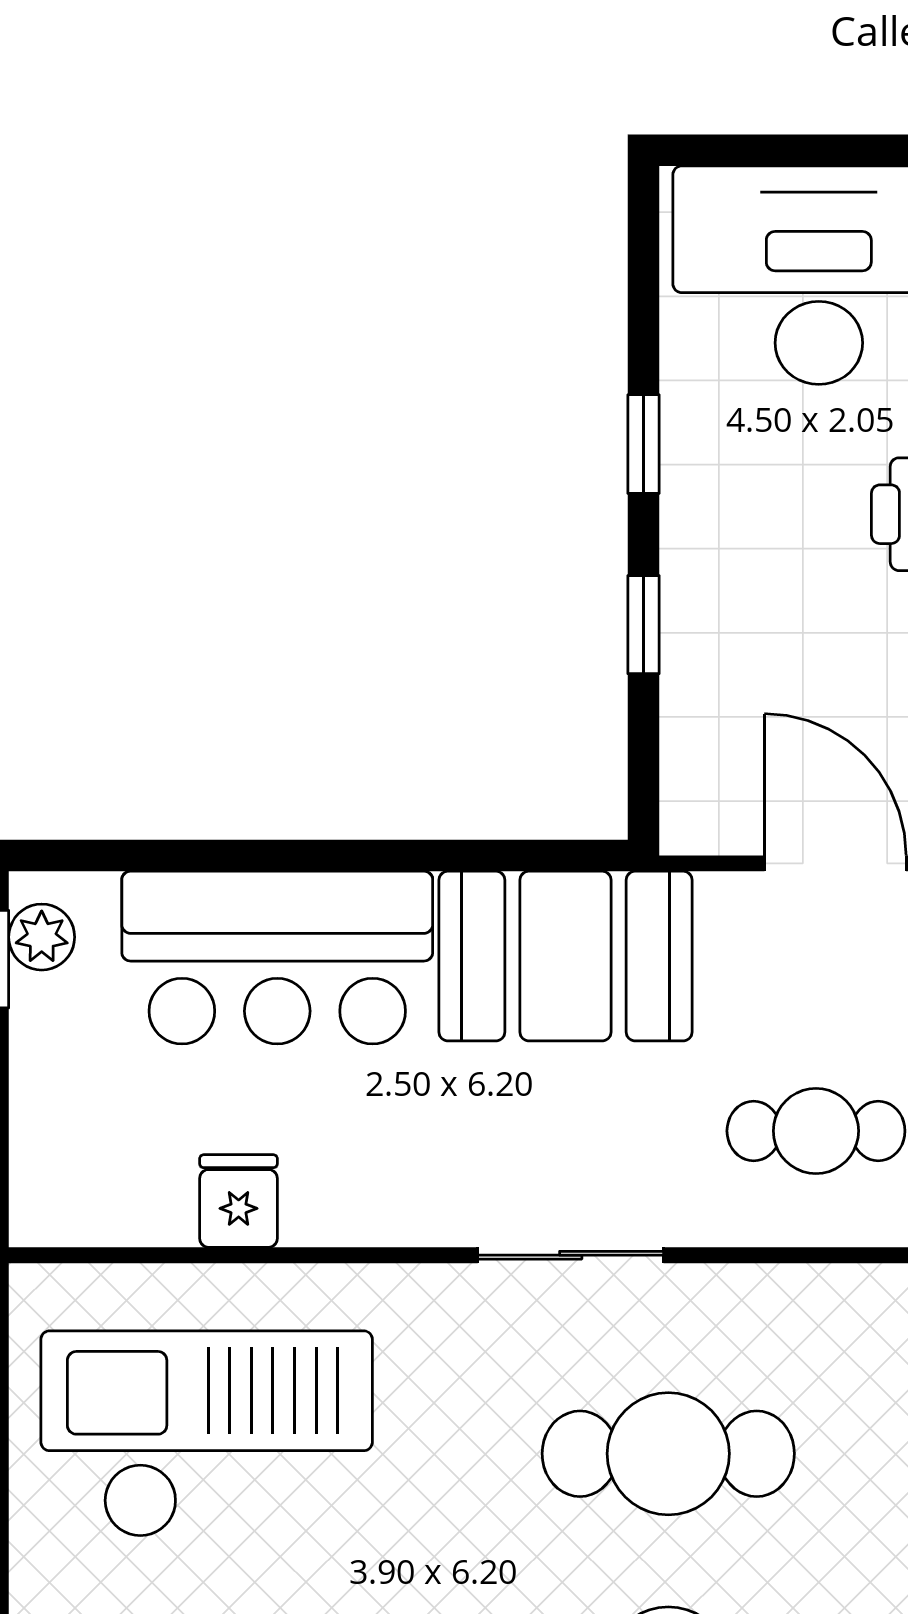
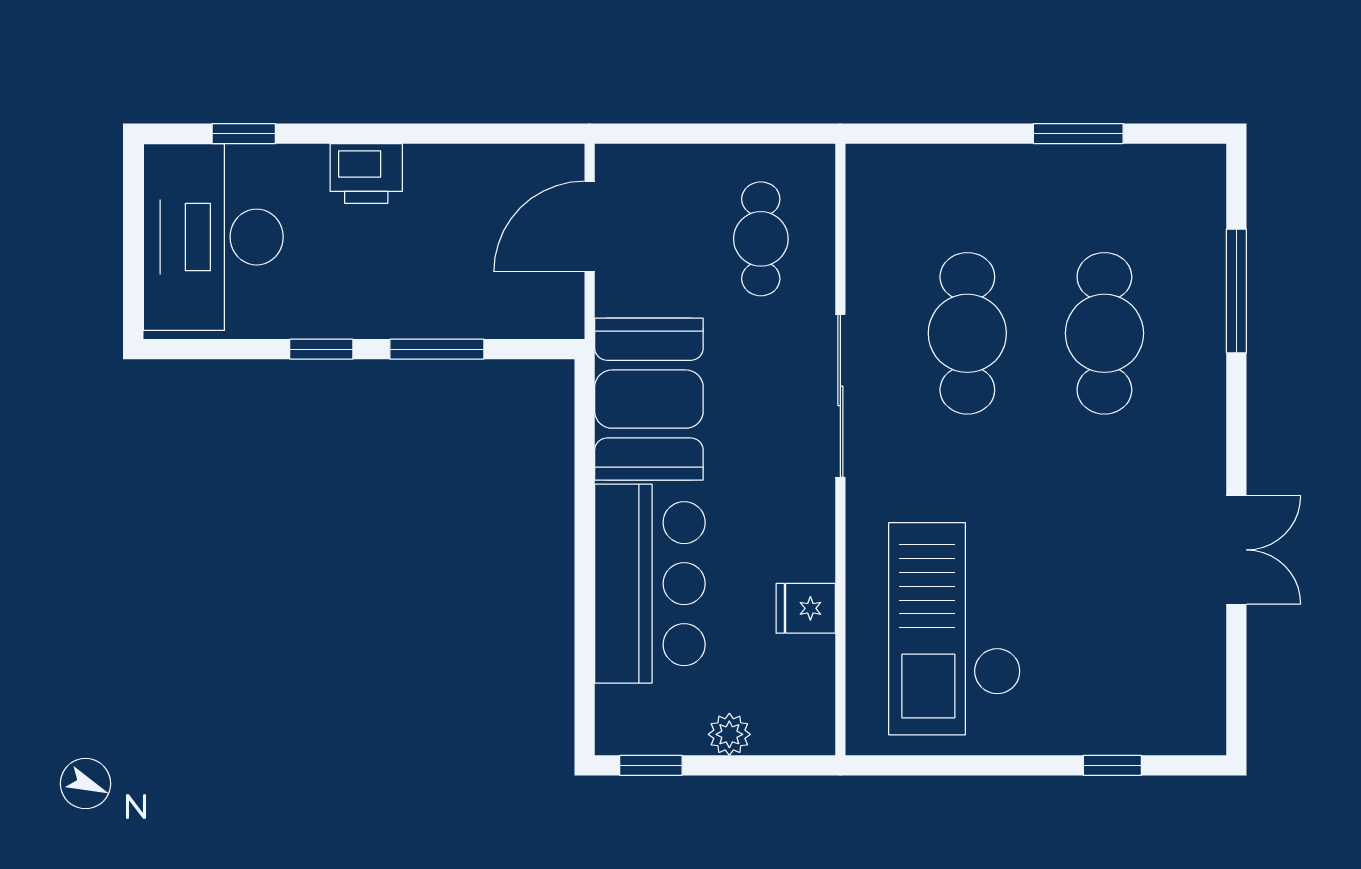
window: (643, 625) -> (437, 349), width x1.50
plant: (42, 937) -> (729, 734), moved
sliding door: (571, 1255) -> (840, 396), width x1.37

